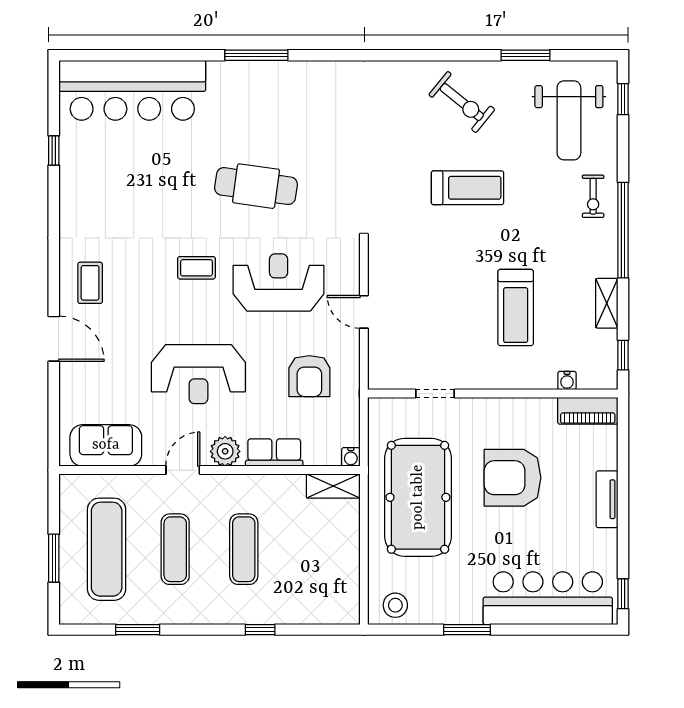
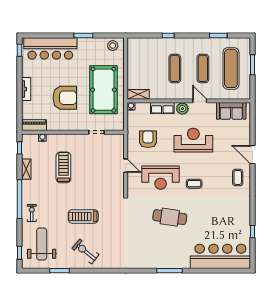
door: (183, 470) -> (200, 101), swing flipped

